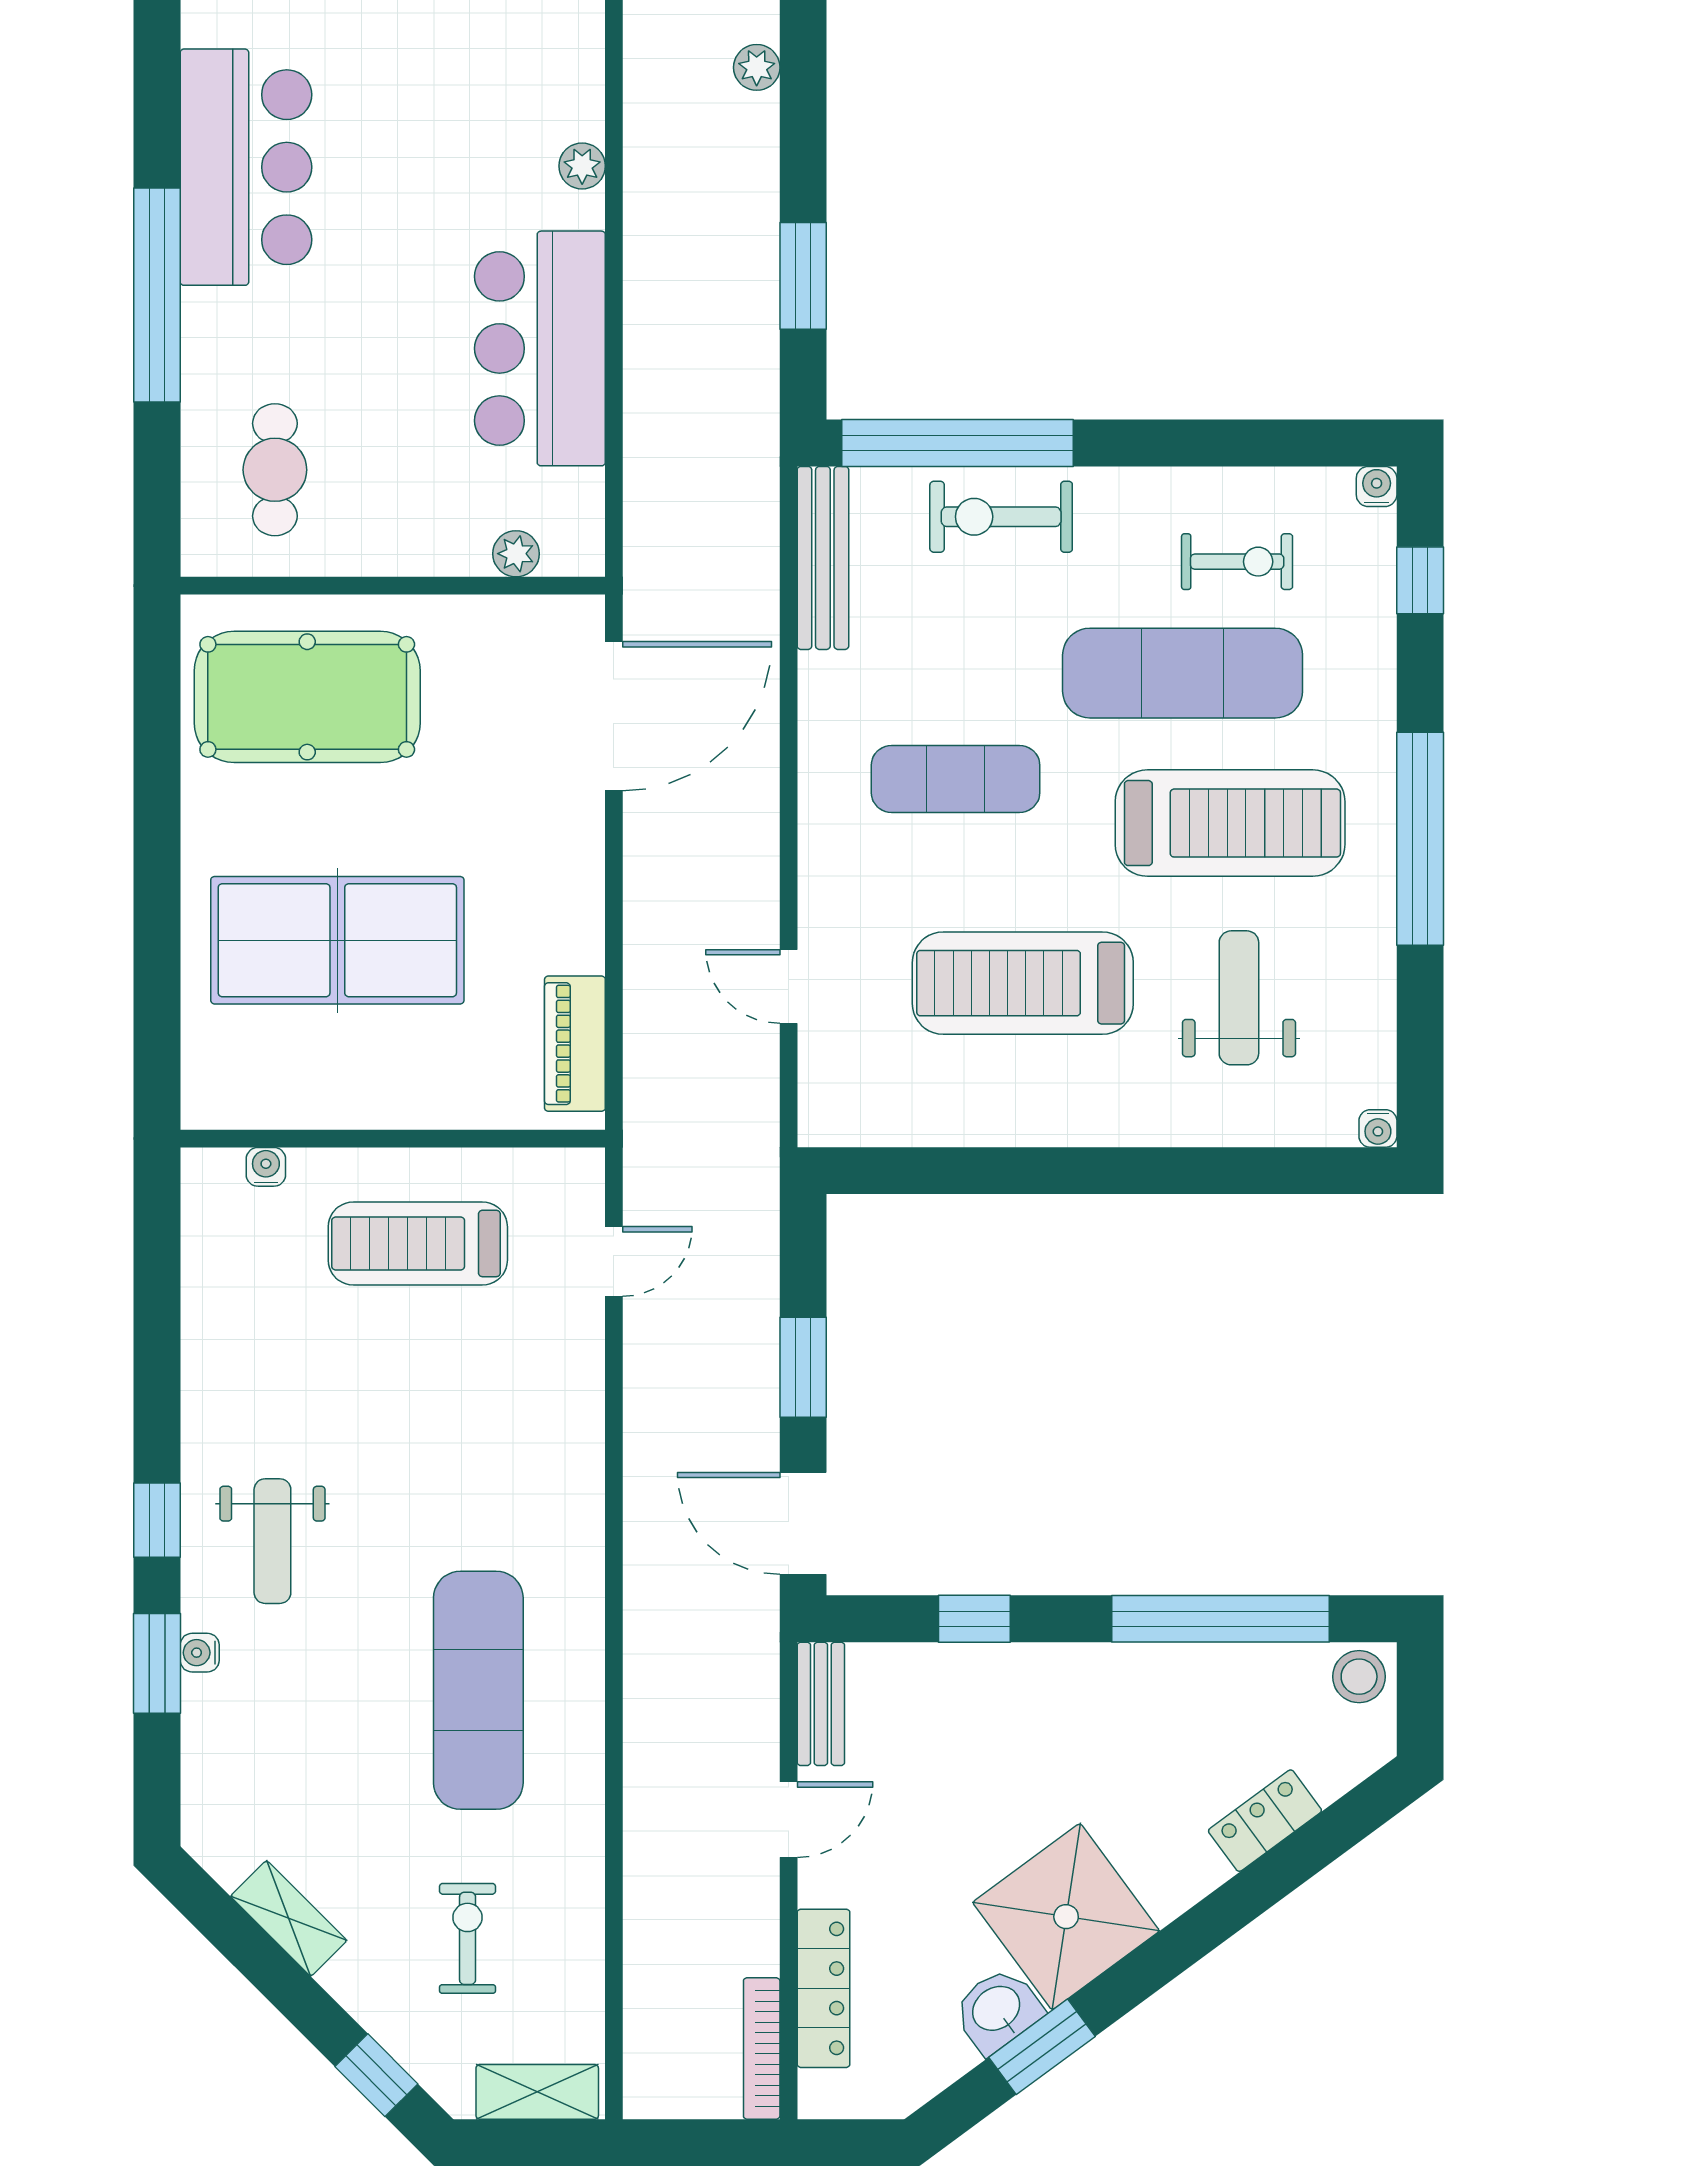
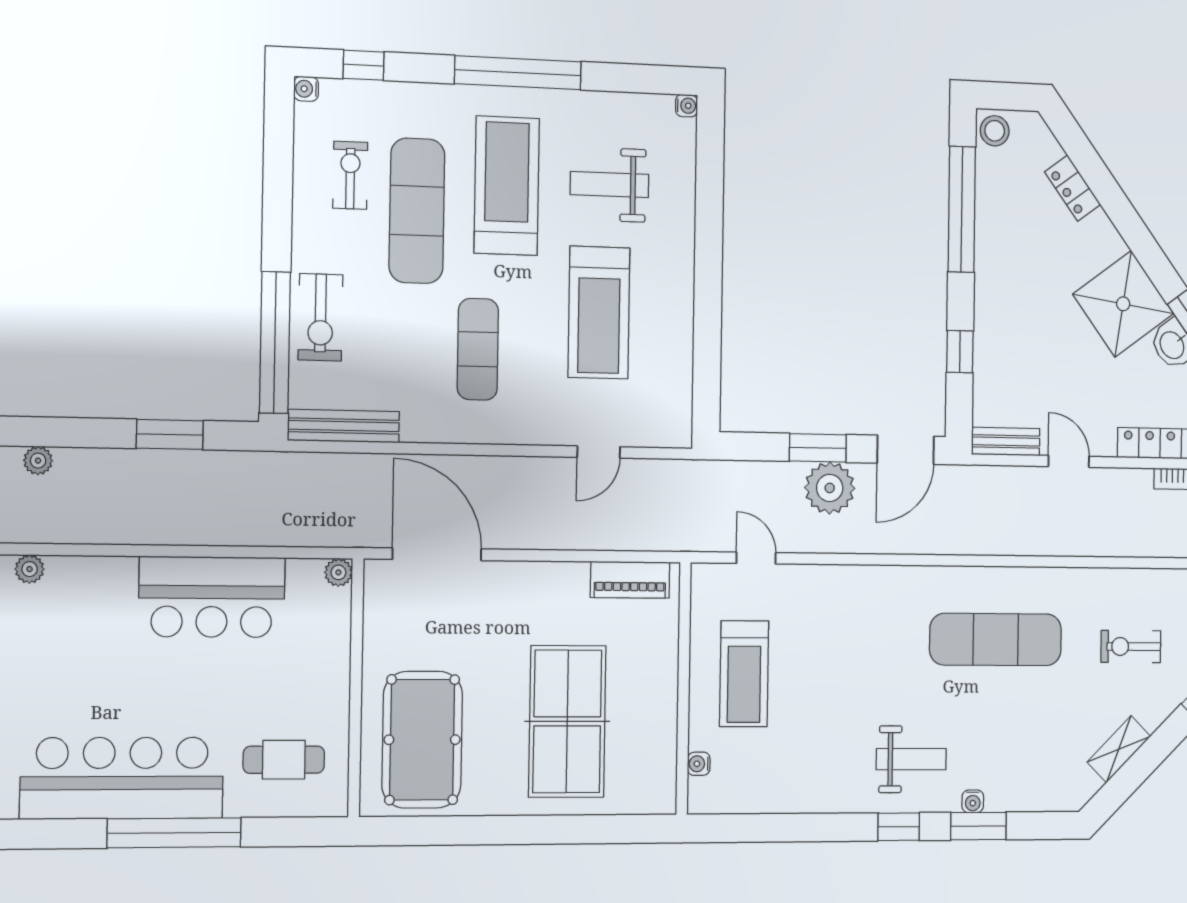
plant: (582, 166) -> (30, 569), moved
bar counter: (246, 167) -> (122, 778), width x1.36
plant: (516, 554) -> (338, 572), moved
plant: (735, 1389) -> (830, 488), added

